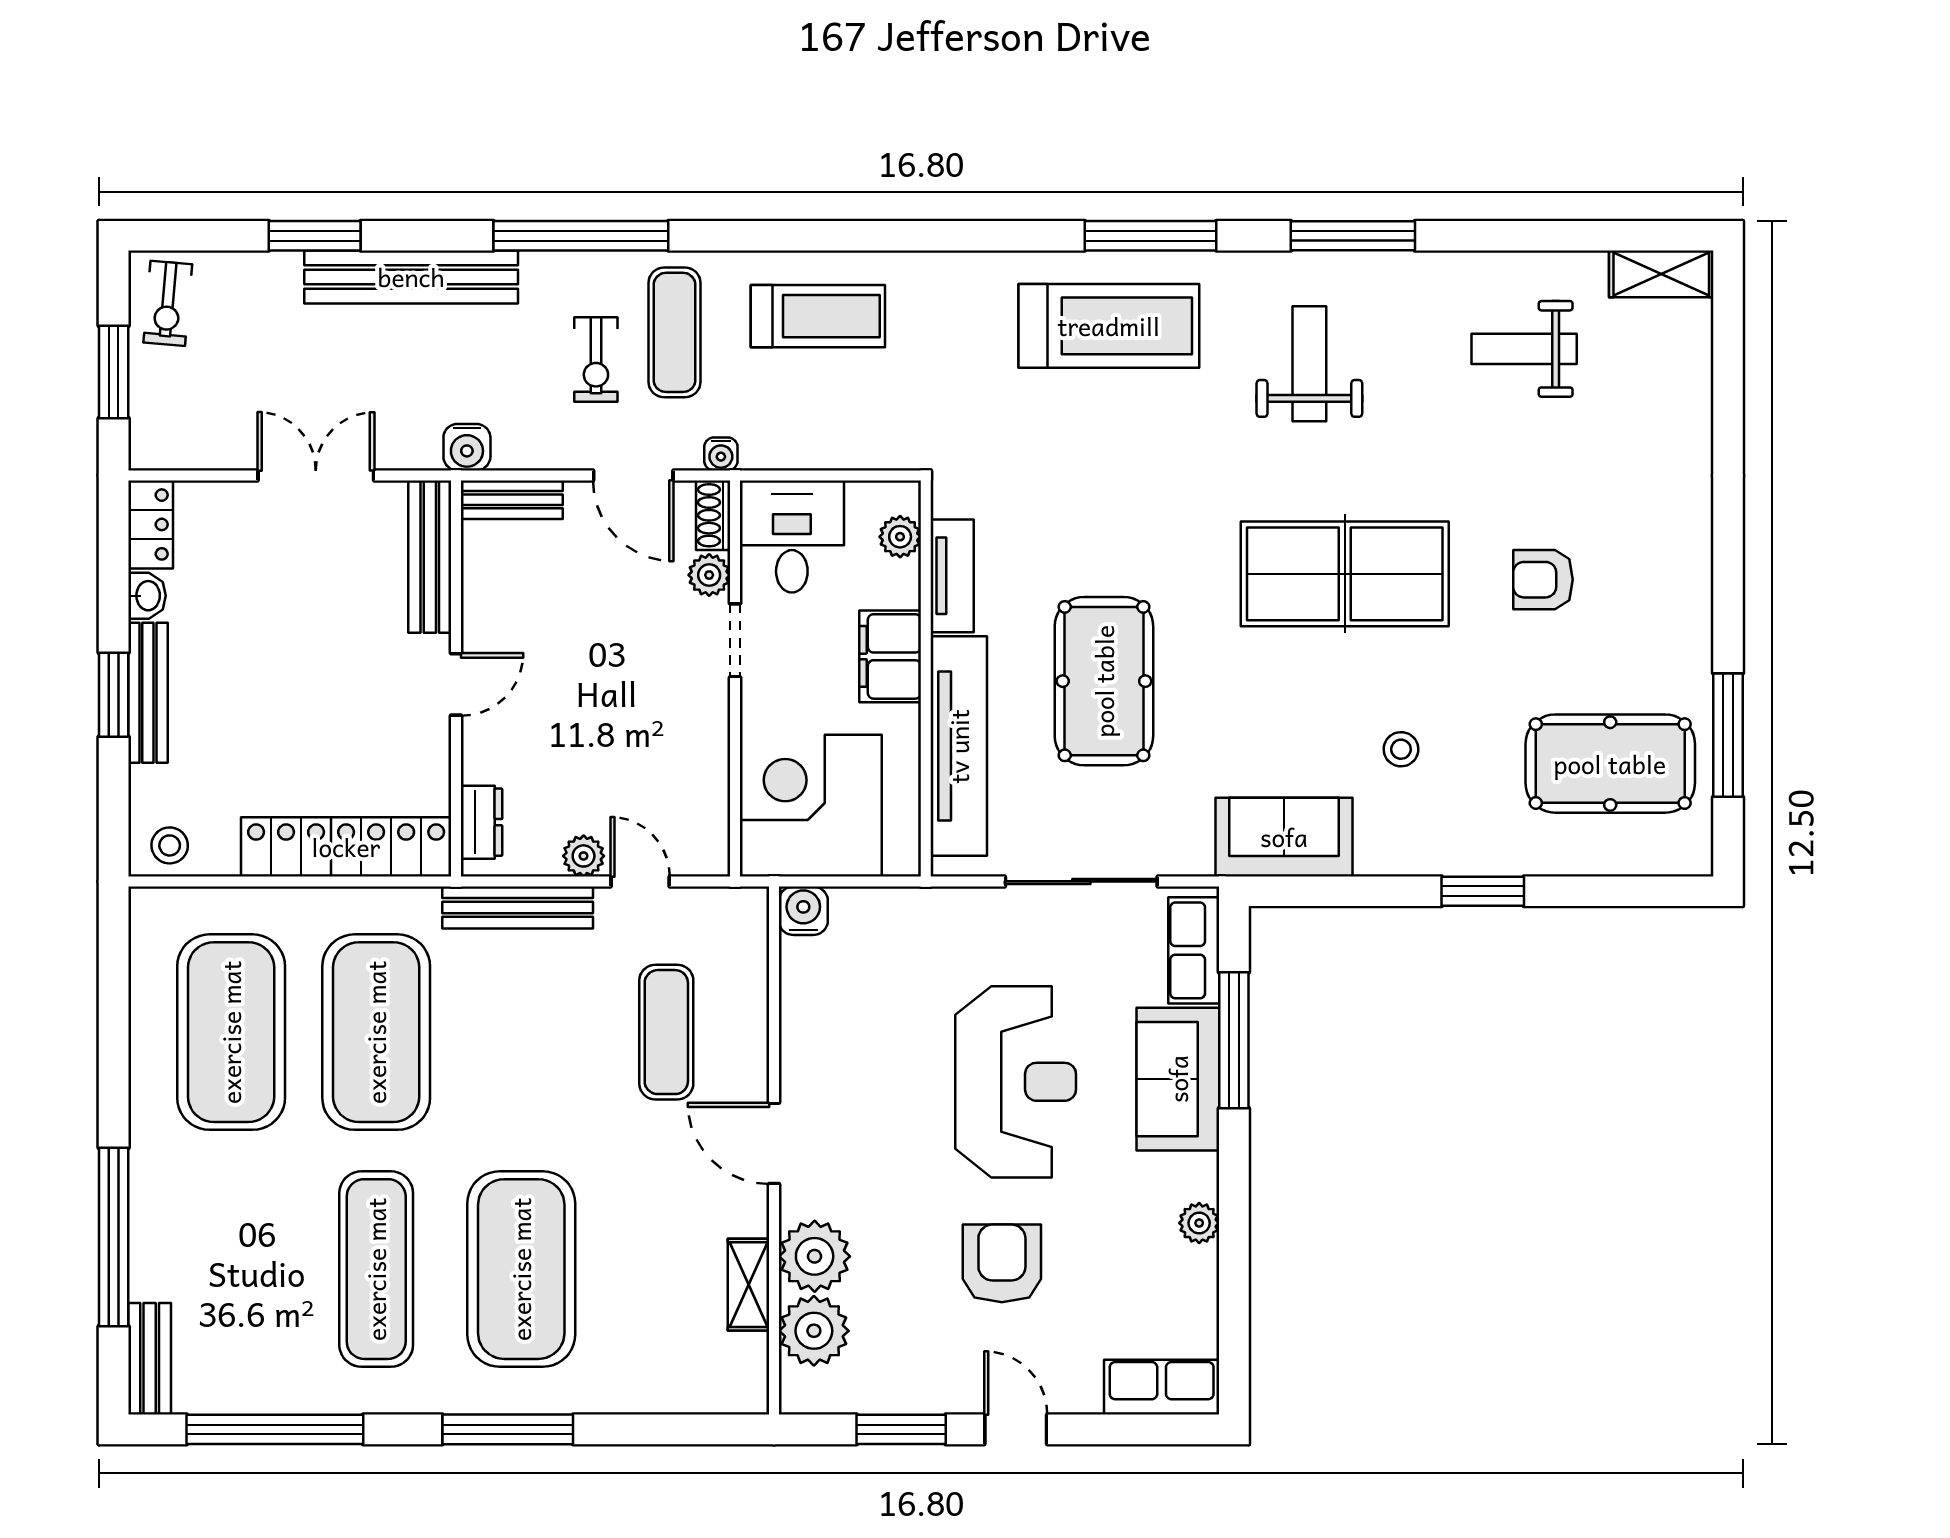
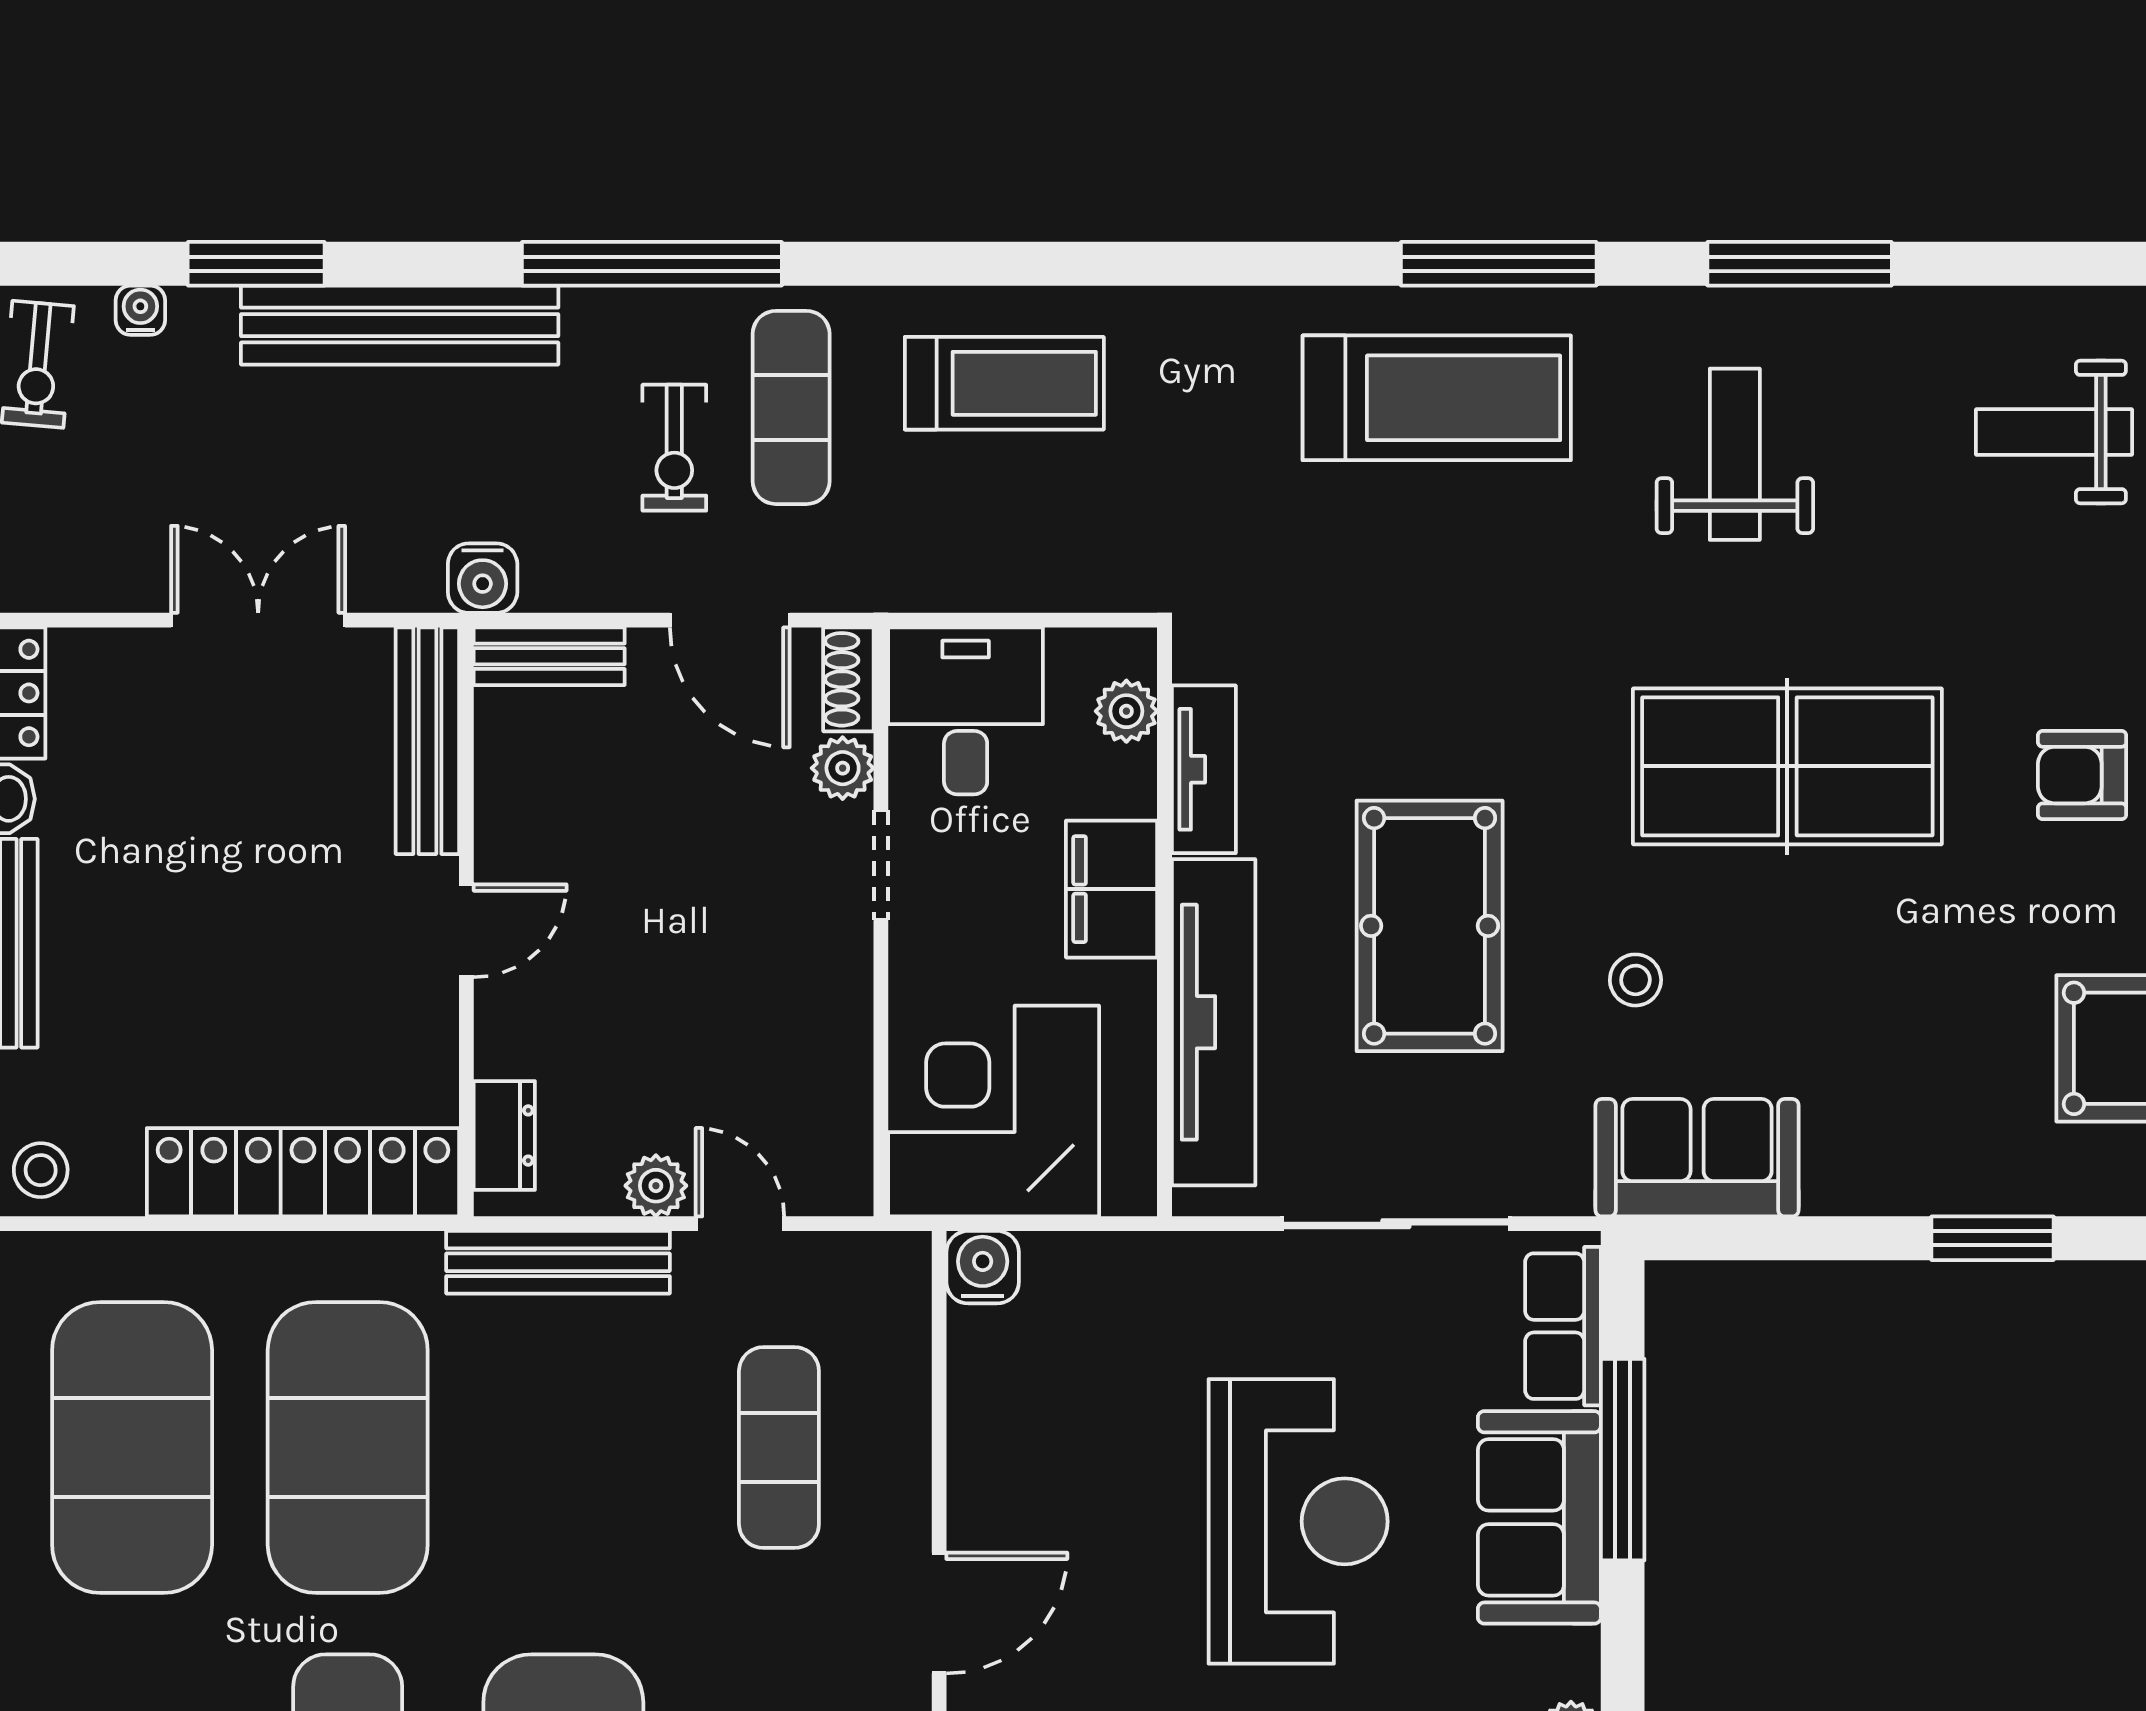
water cooler: (721, 454) -> (140, 310), moved, turned 180
stool: (1401, 749) -> (1635, 980), moved
door: (774, 1143) -> (939, 1613), swing flipped

